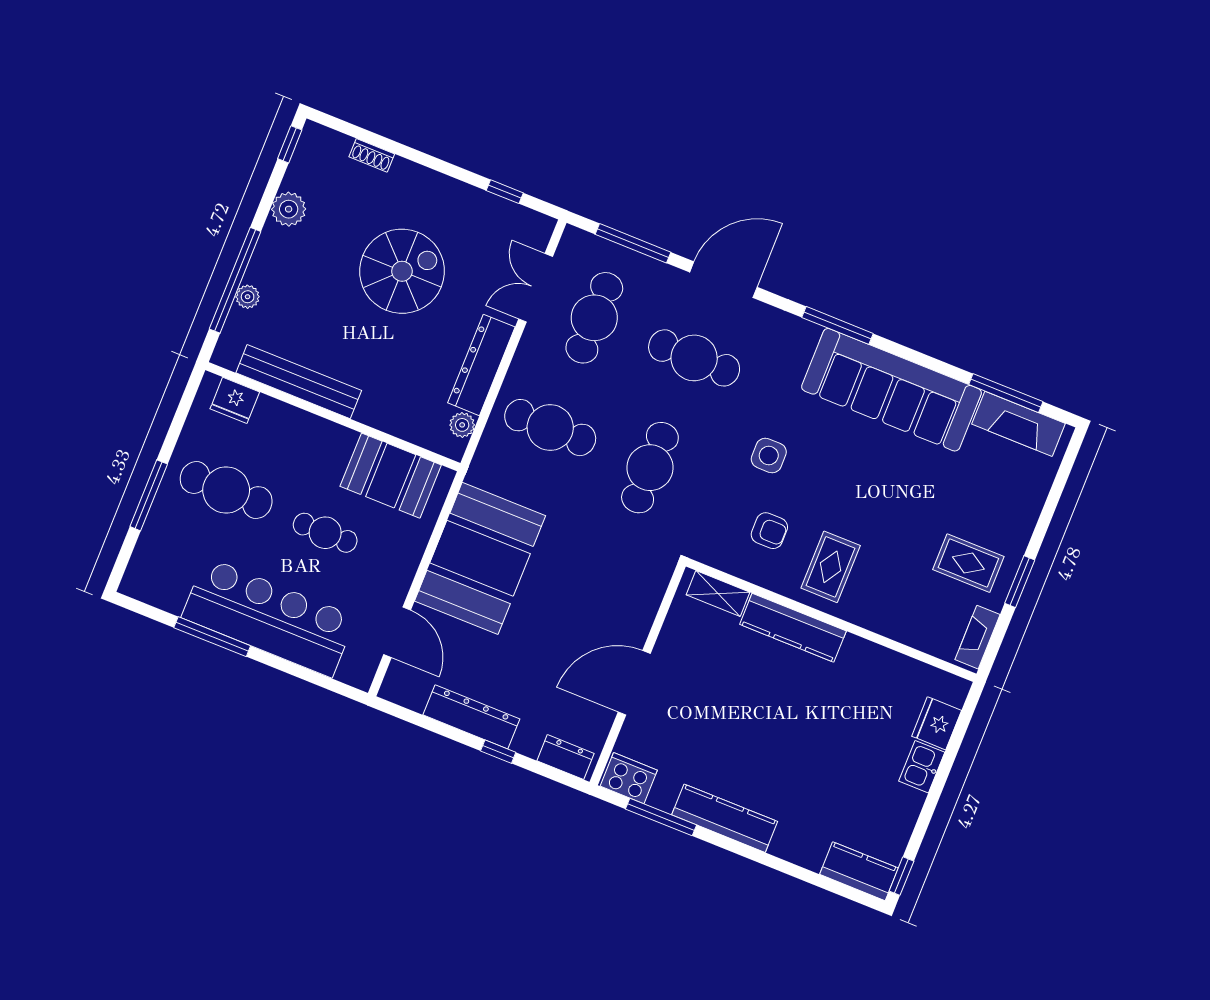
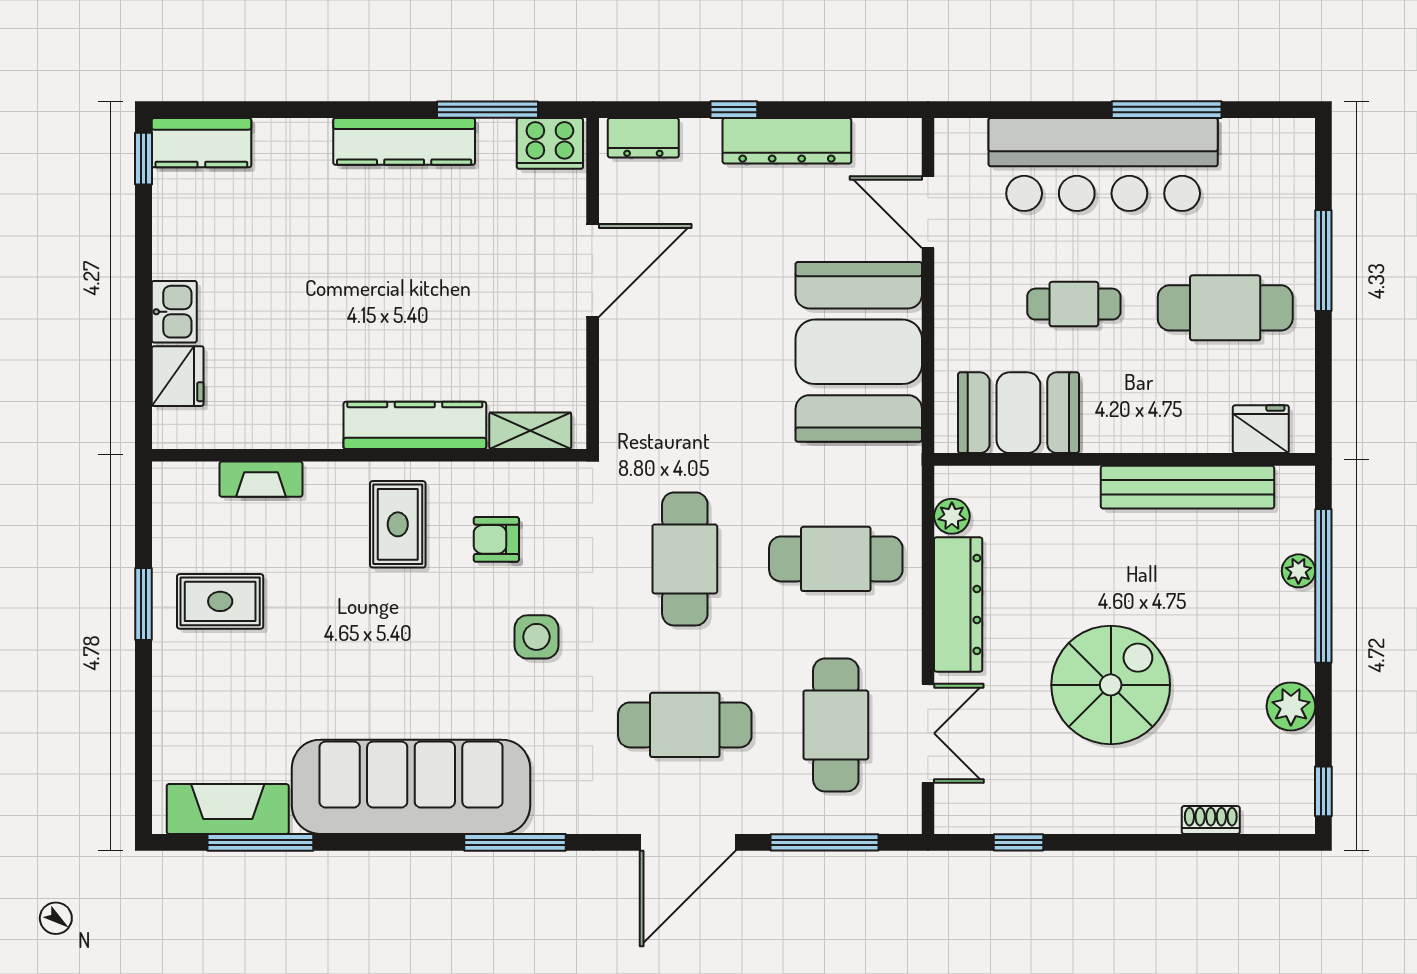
spiral stairs: (402, 271) -> (1111, 685), turned 180
fireplace: (978, 637) -> (261, 479), moved, turned 90

